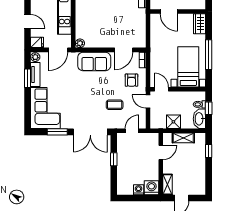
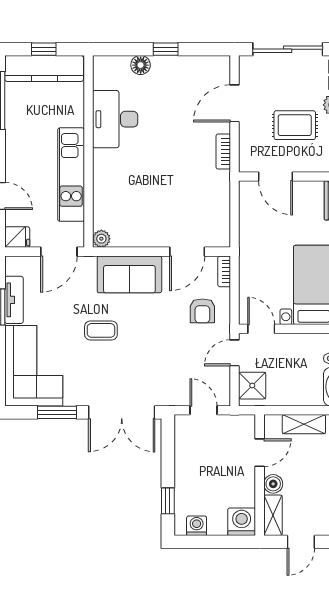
plant: (35, 57) -> (14, 266), removed
door: (148, 102) -> (235, 353), hinge flipped
coffee table: (115, 105) -> (101, 330), moved
shower: (173, 122) -> (252, 386), moved
door: (132, 131) -> (203, 410), hinge flipped
window: (114, 159) -> (168, 501), moved
boiler: (168, 168) -> (273, 484), added
washing machine: (139, 190) -> (197, 526), moved

